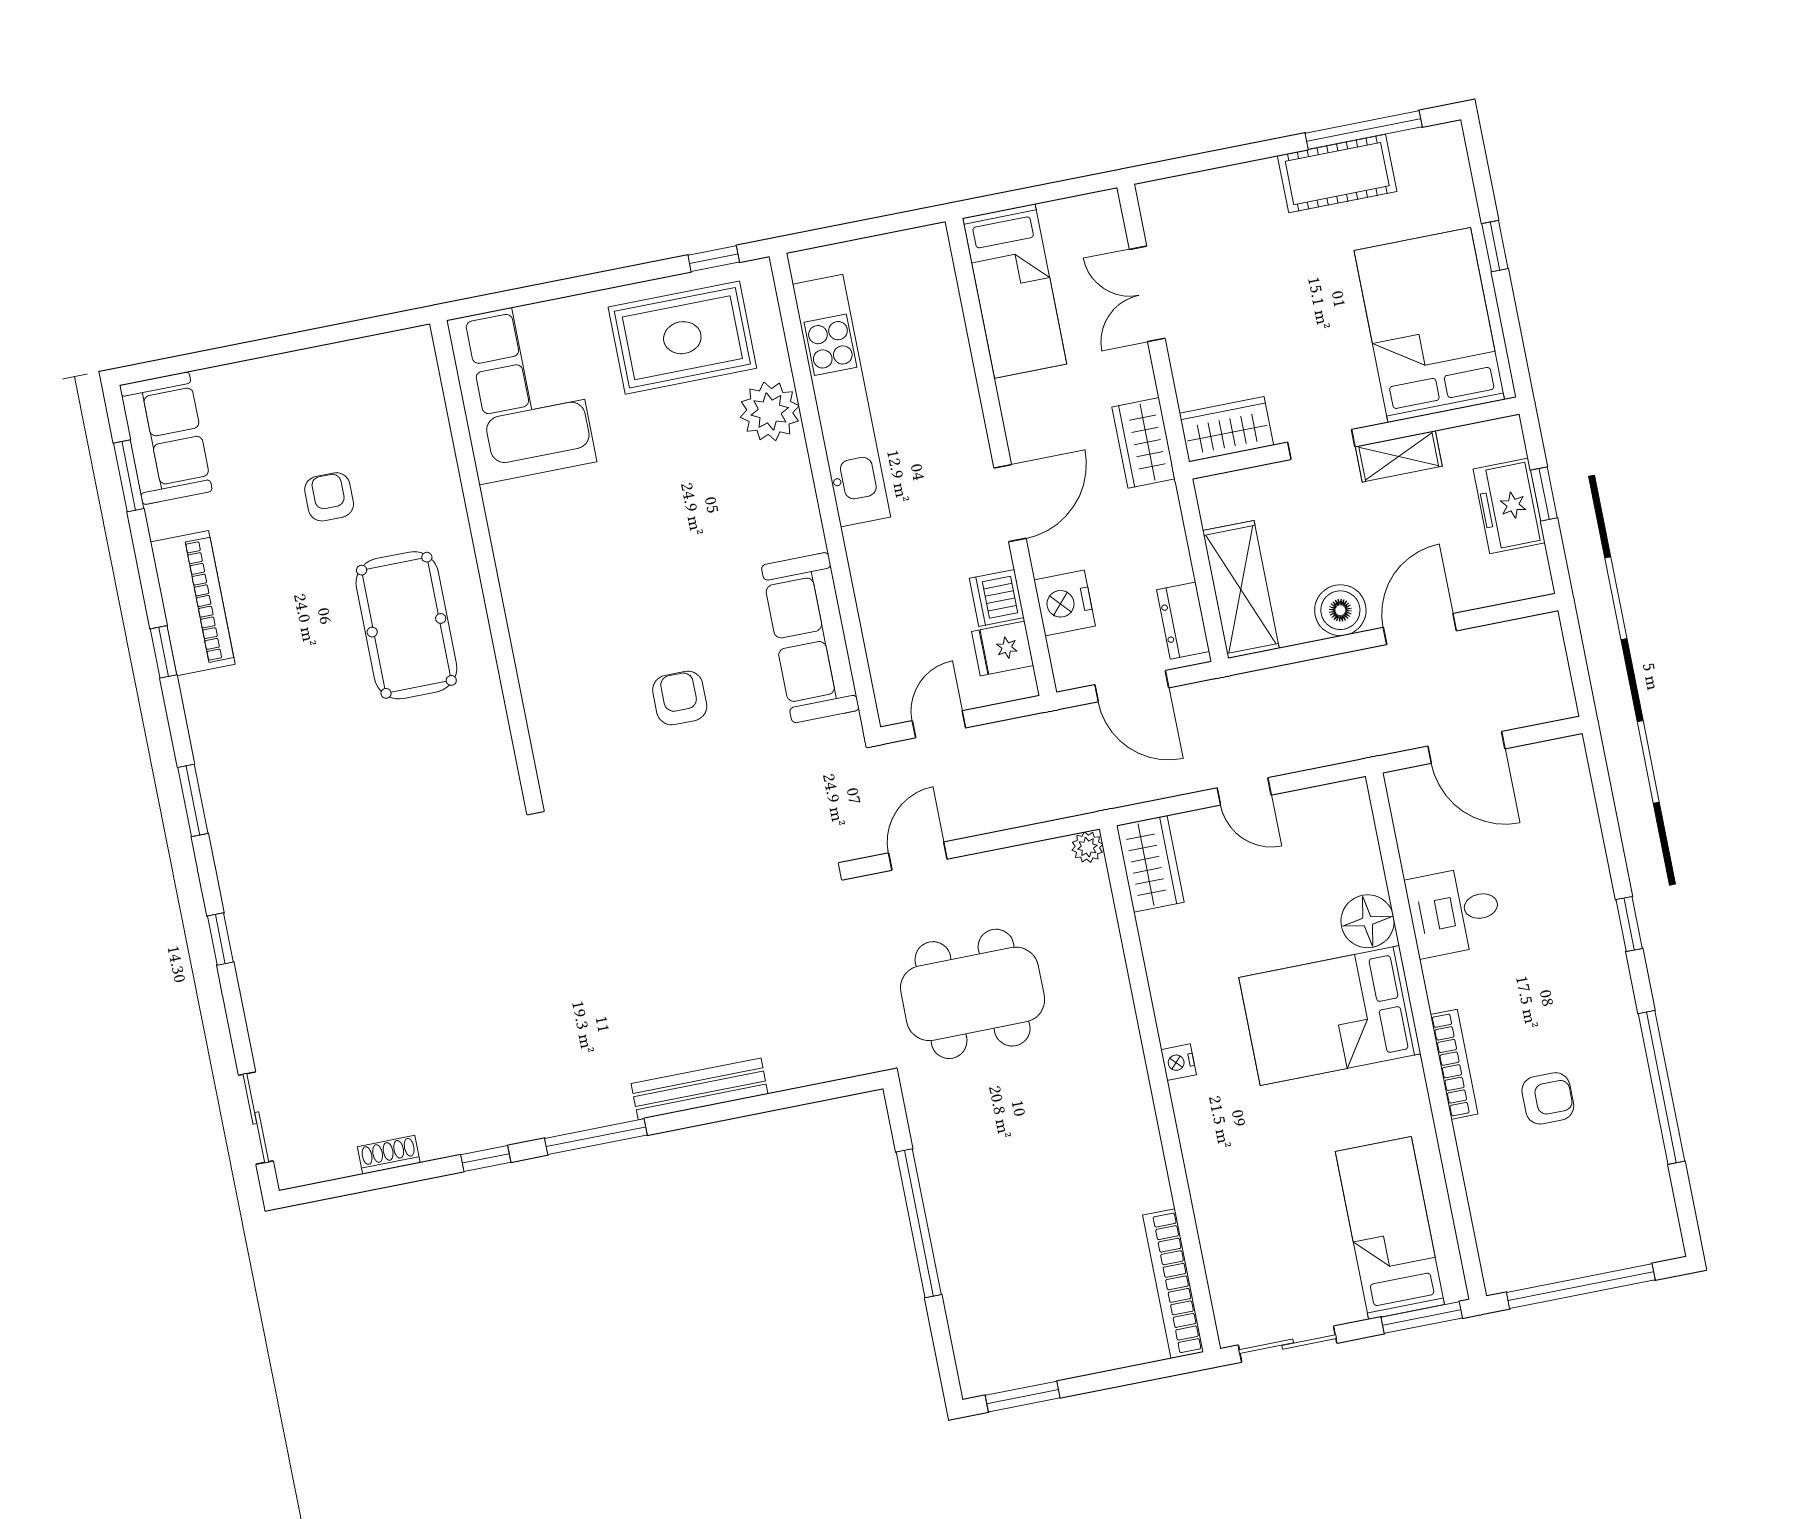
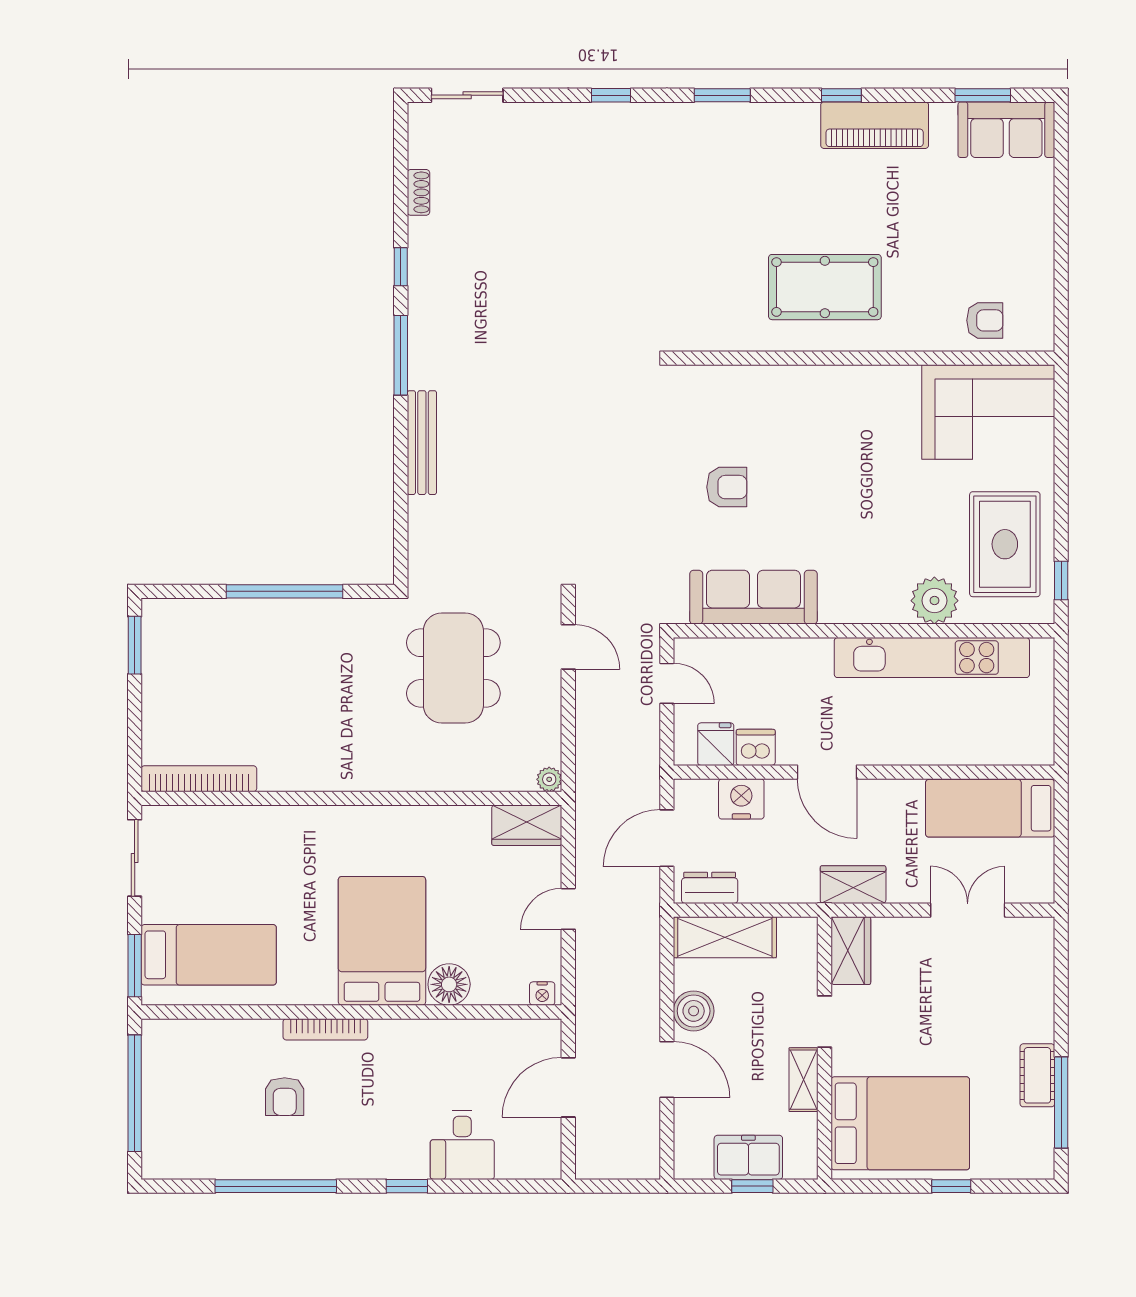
cot: (1337, 174) -> (1037, 1075), width x0.73, depth x0.75
armchair: (329, 497) -> (985, 320), moved
desk: (1454, 911) -> (462, 1145), moved, turned 180
nightstand: (1179, 1062) -> (542, 994), moved, turned 180

